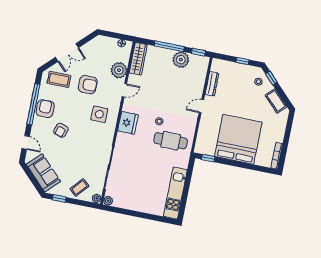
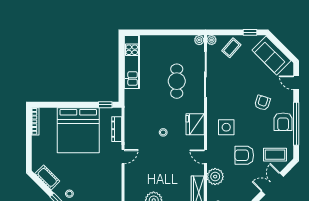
dresser: (212, 84) -> (117, 129), moved
door: (124, 90) -> (205, 157), hinge flipped
cafe table: (171, 141) -> (177, 81), moved, turned 90

